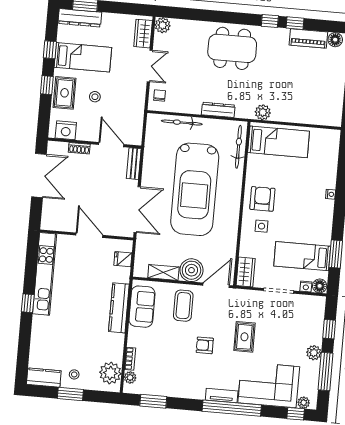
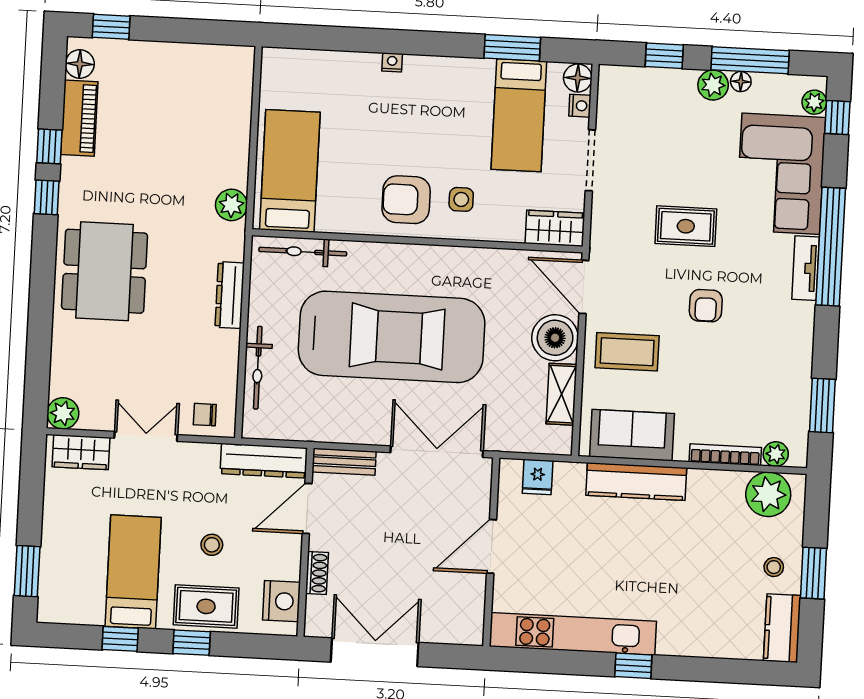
dresser: (80, 18) -> (264, 461), moved, turned 90
bookcase: (130, 359) -> (725, 455), width x1.56
floor lamp: (315, 367) -> (741, 82), added

